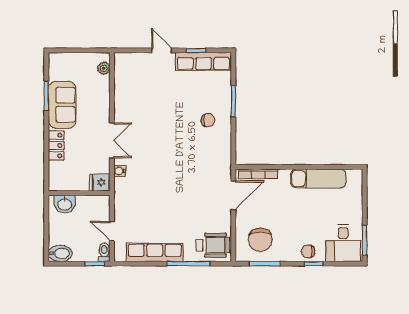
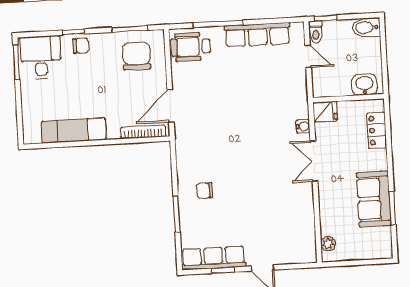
locker: (56, 146) -> (377, 130), moved

